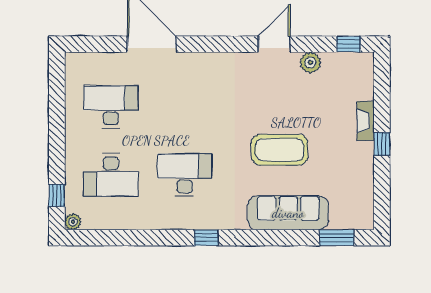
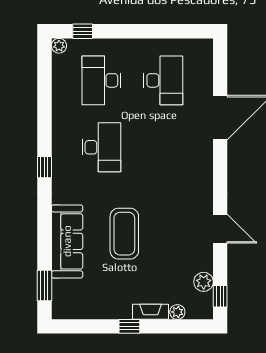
plant: (310, 63) -> (204, 282), moved
plant: (366, 91) -> (177, 312), added

